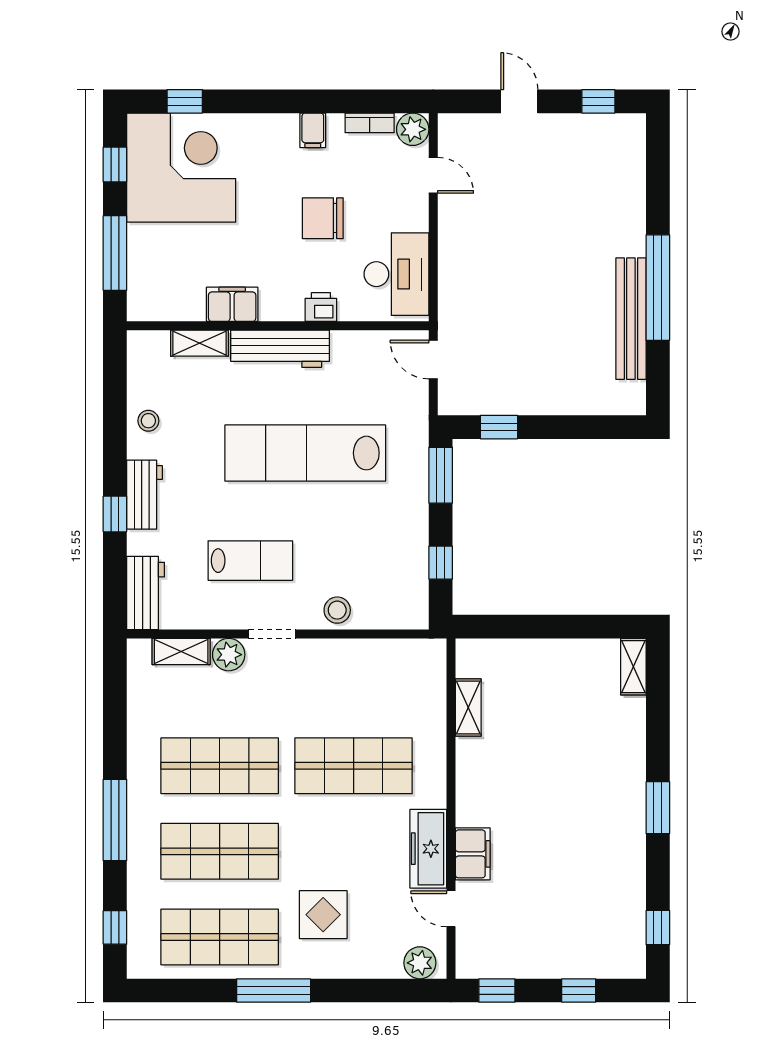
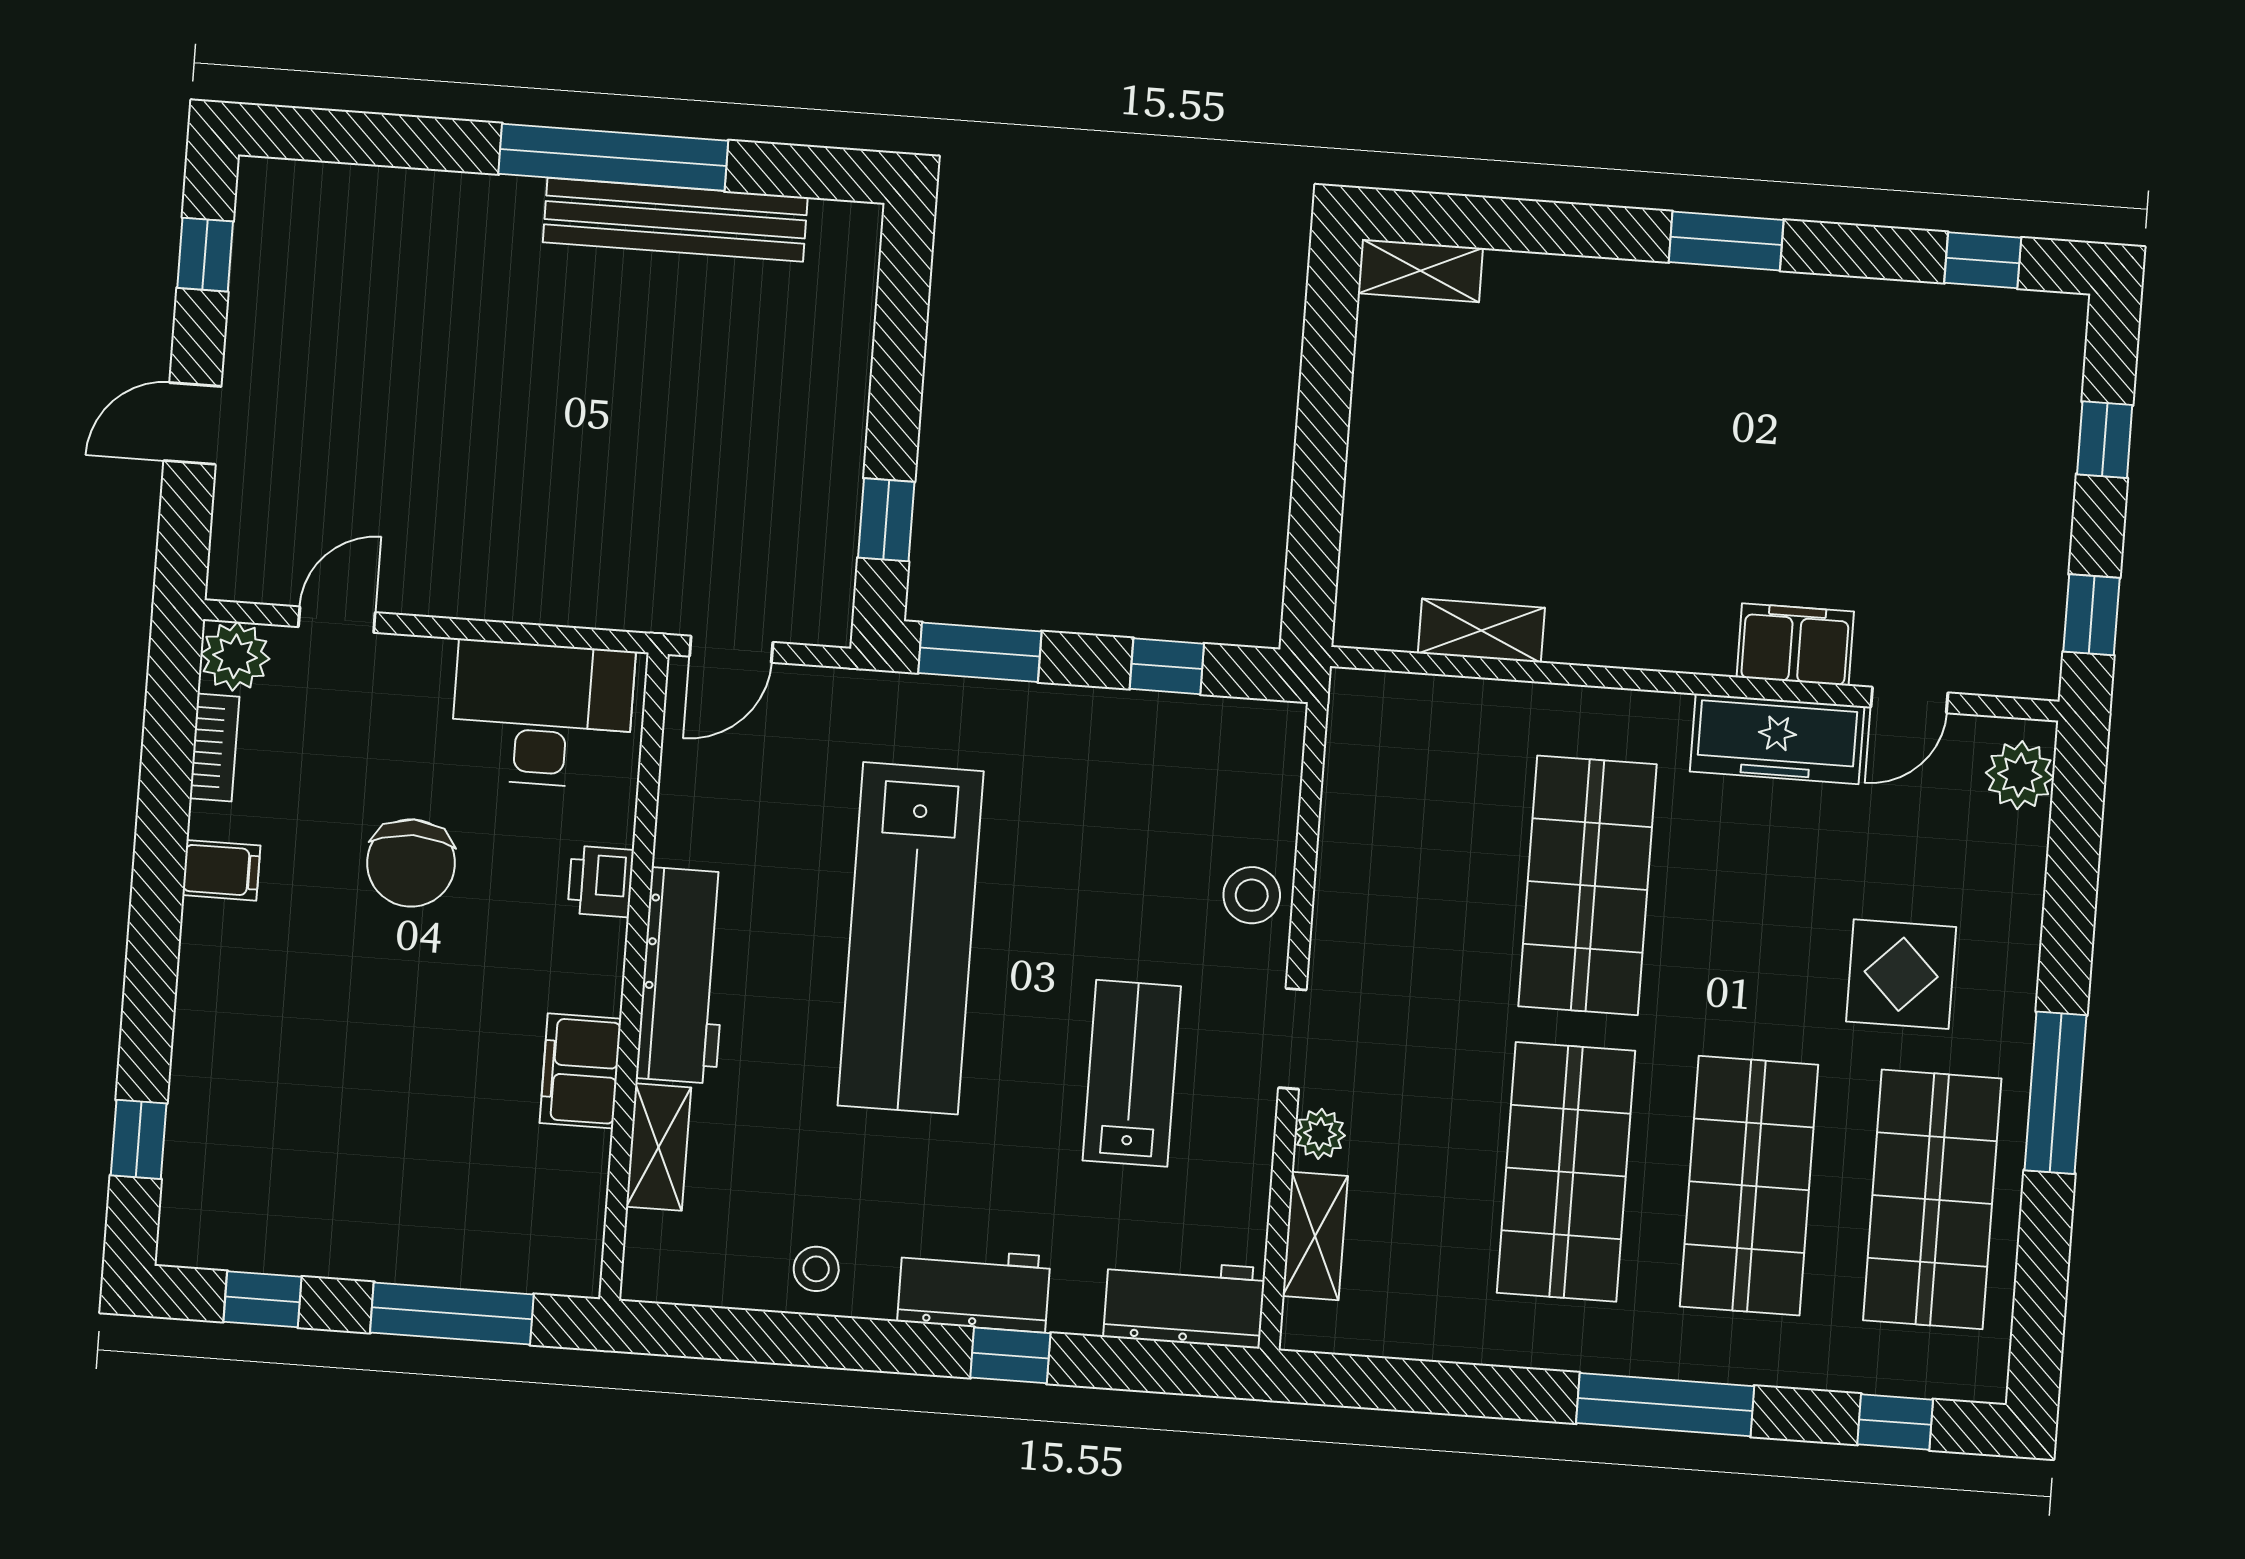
corner desk: (181, 168) -> (280, 1158), removed
plant: (229, 655) -> (1320, 1134), width x0.73, depth x0.73

